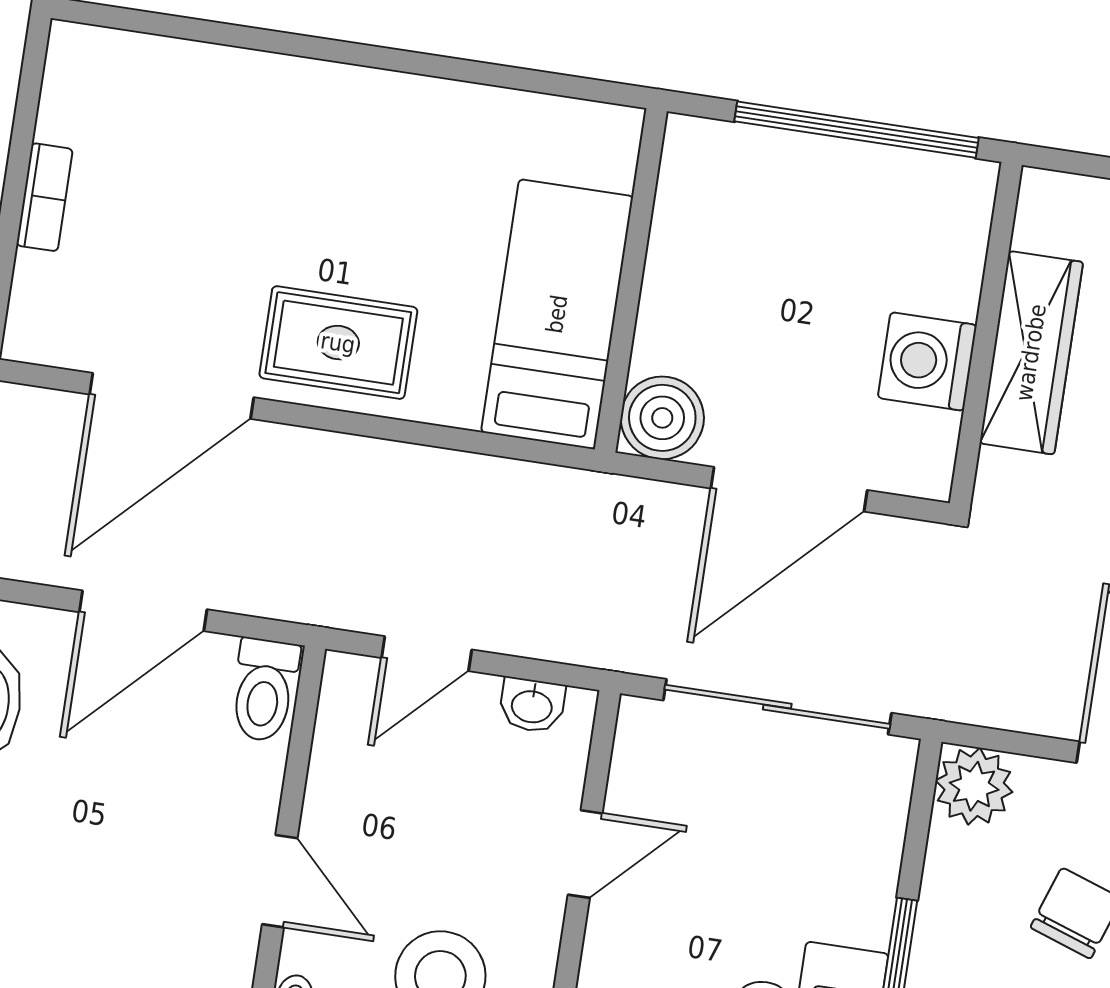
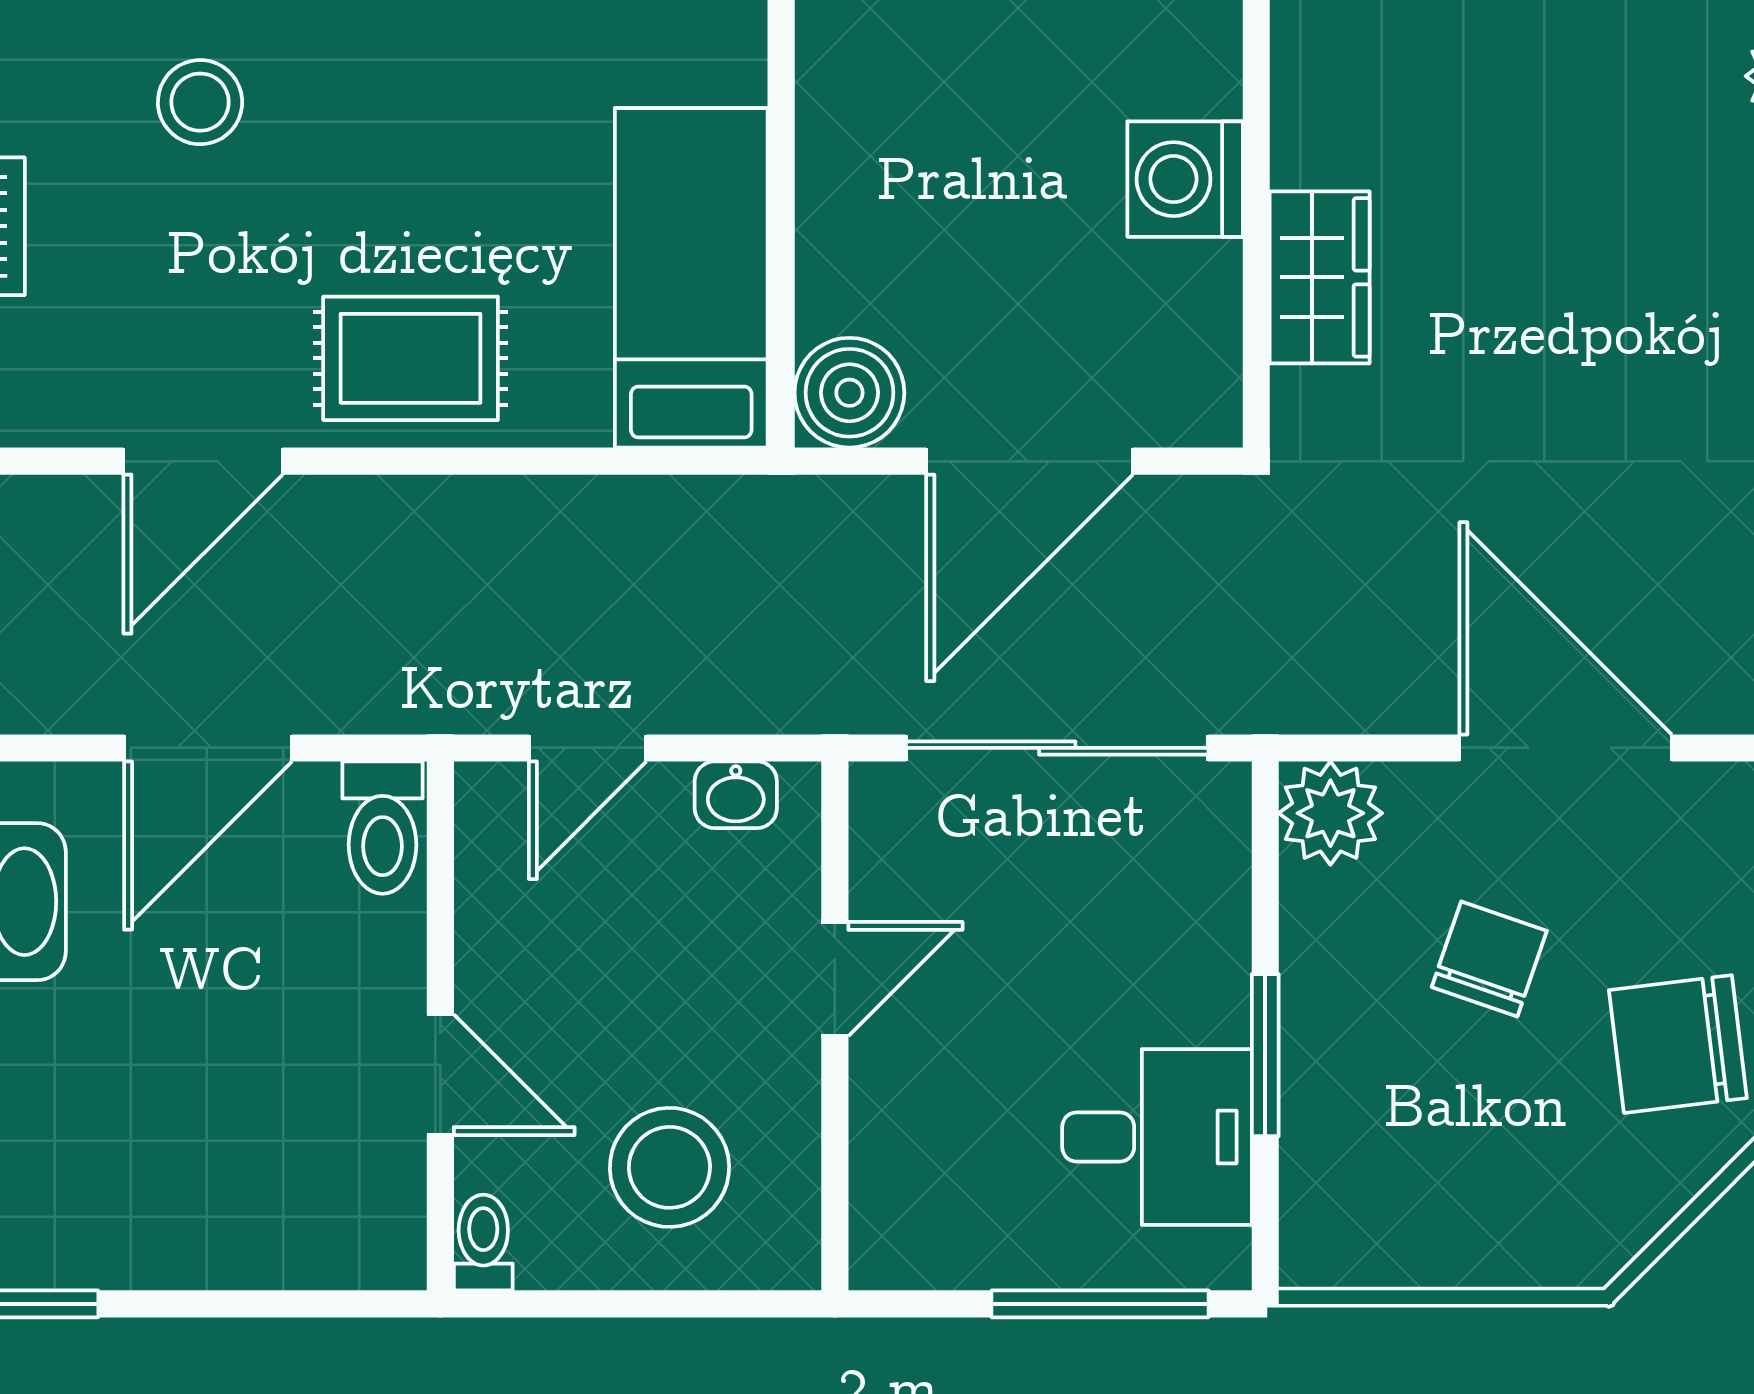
stool: (210, 127) -> (200, 102), added
wardrobe: (1031, 353) -> (1320, 277), width x0.67
washing machine: (927, 361) -> (1185, 179), moved
door: (172, 396) -> (203, 461), width x0.73

